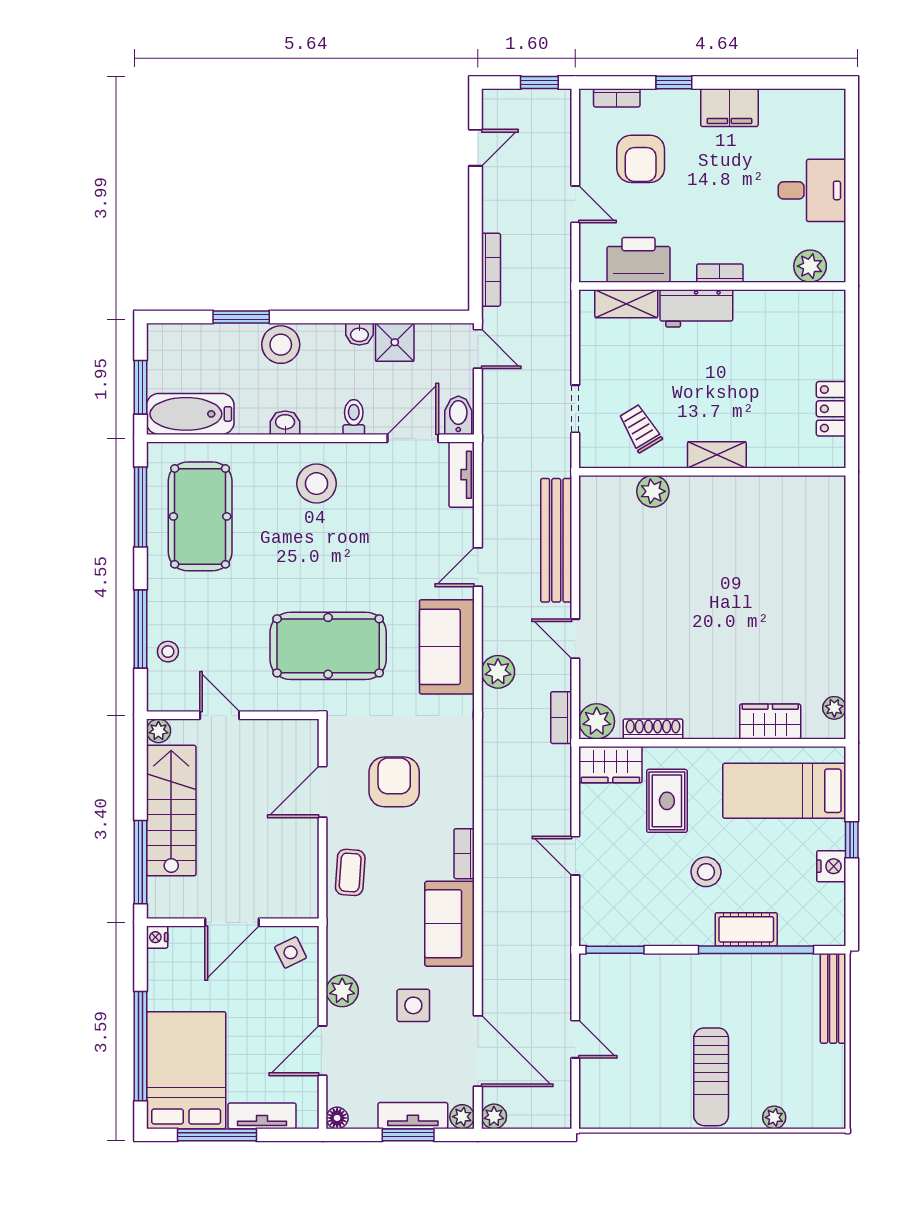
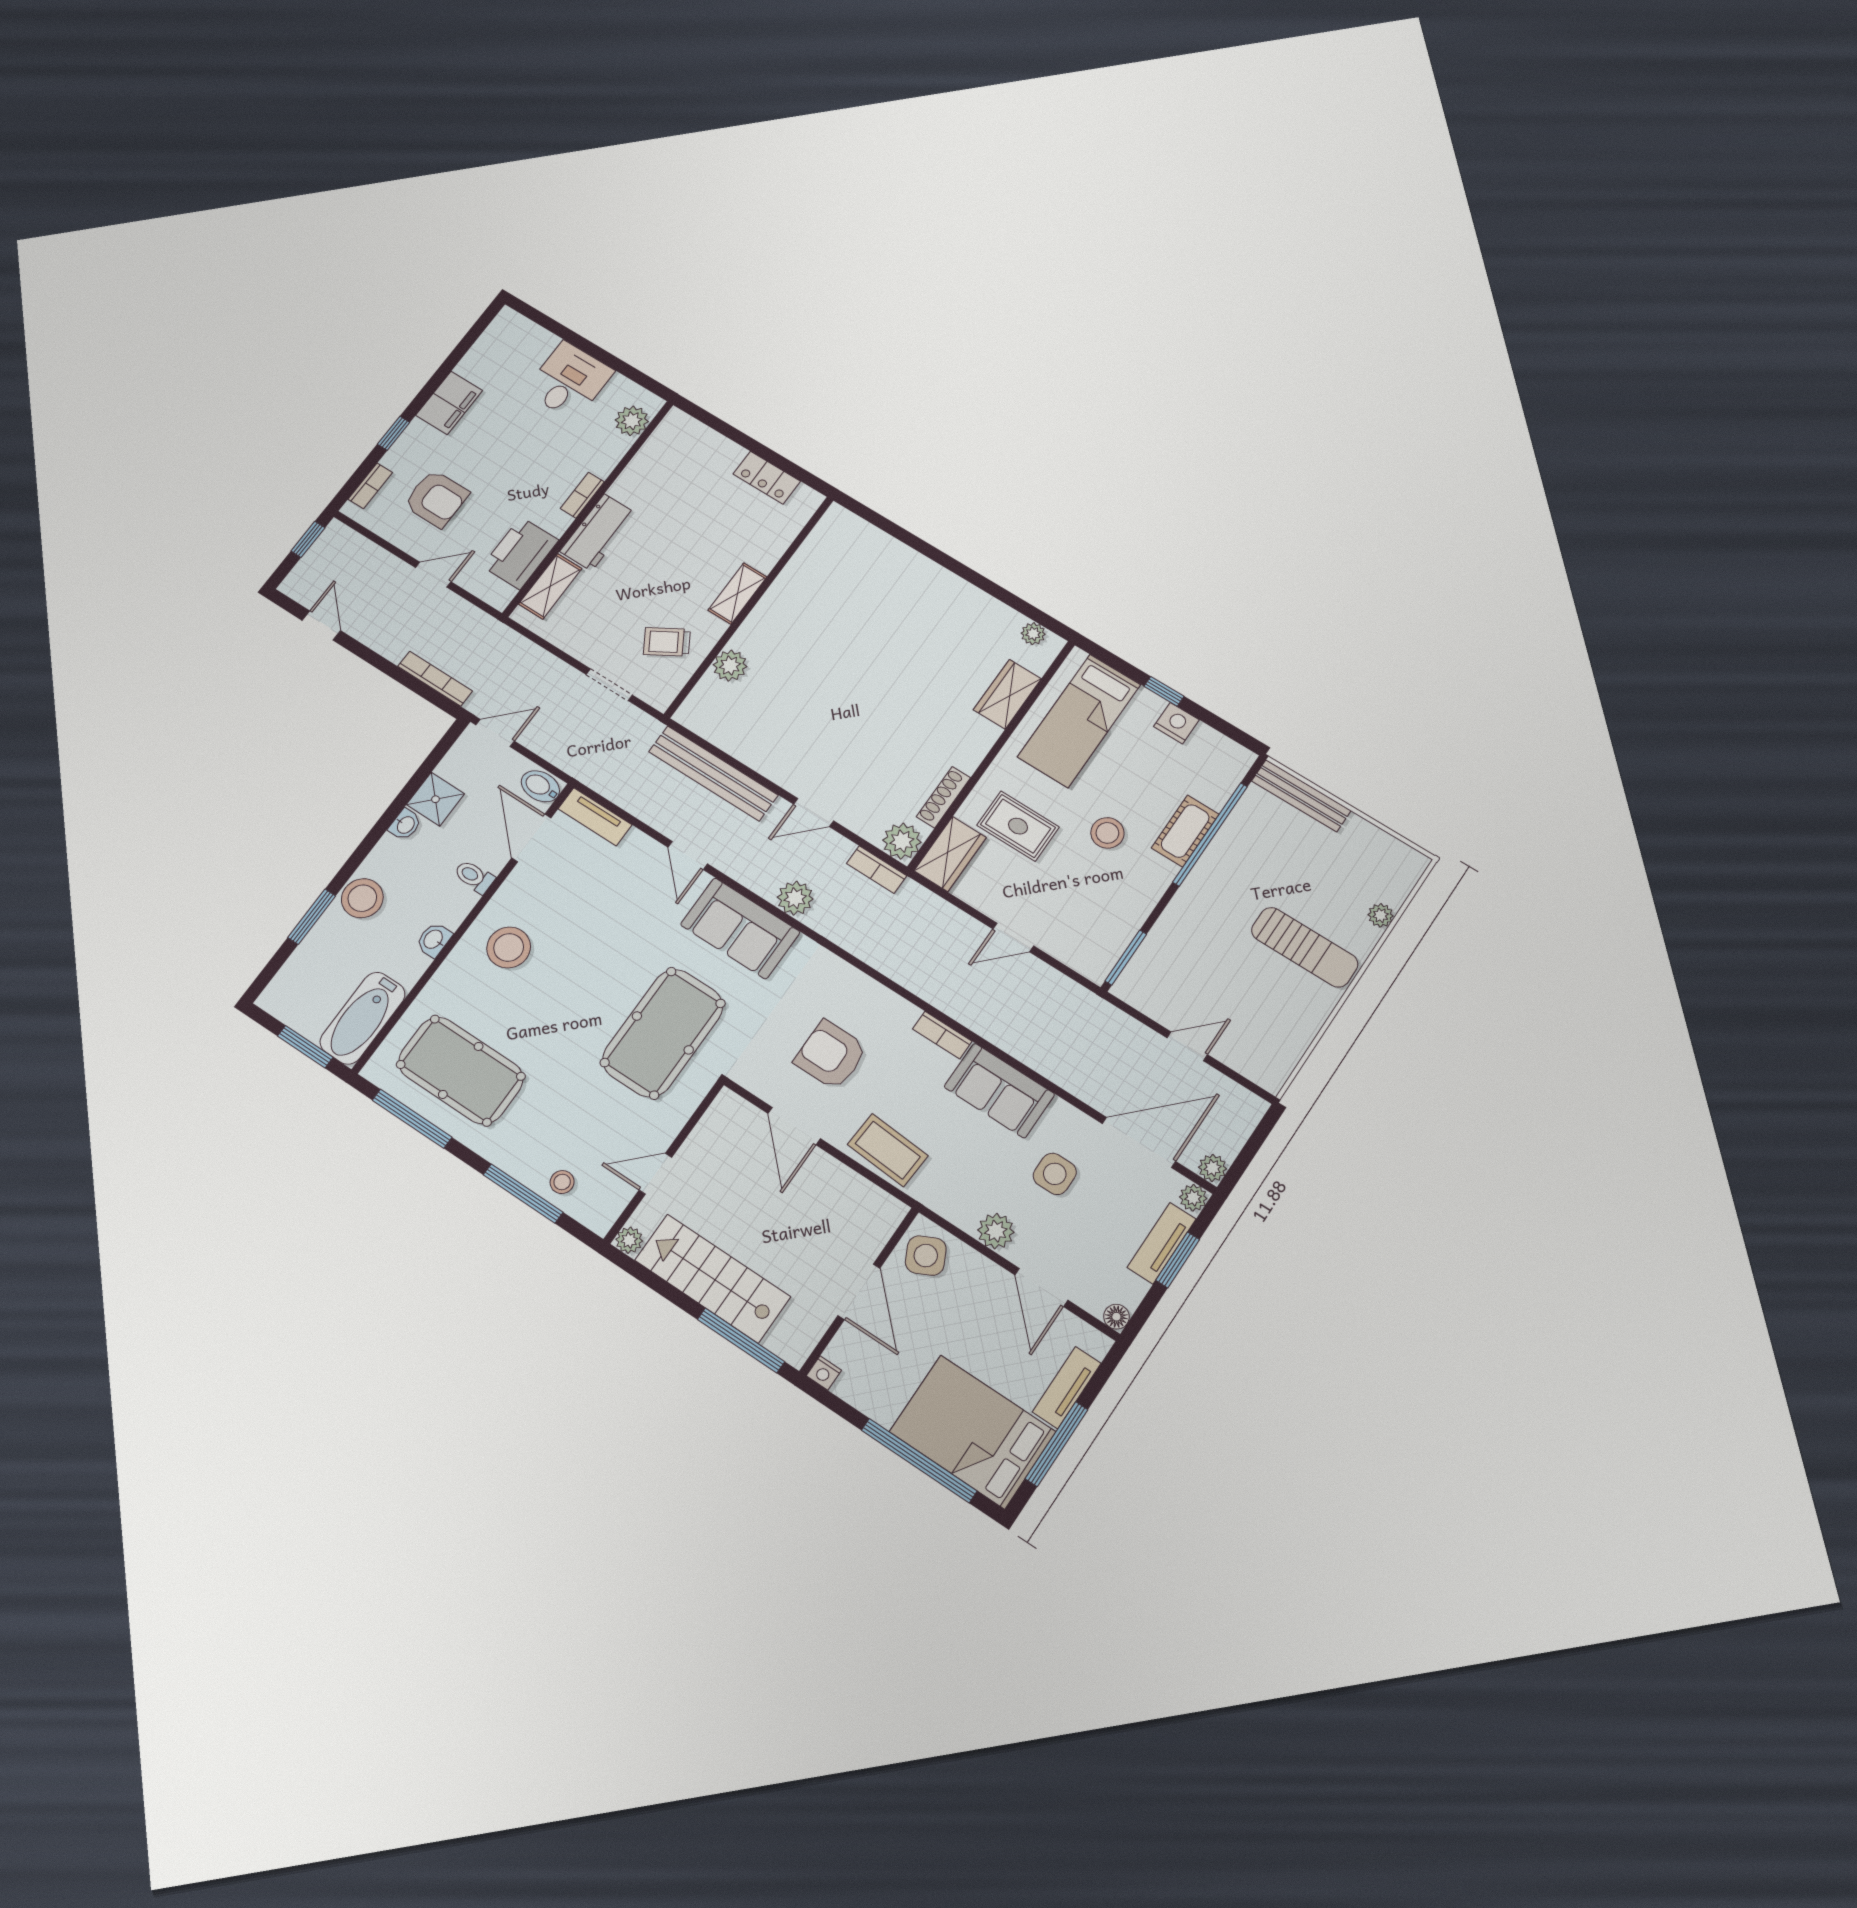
coffee table: (350, 872) -> (888, 1150), width x1.36, depth x1.30
side table: (291, 952) -> (926, 1256), width x1.37, depth x1.37

